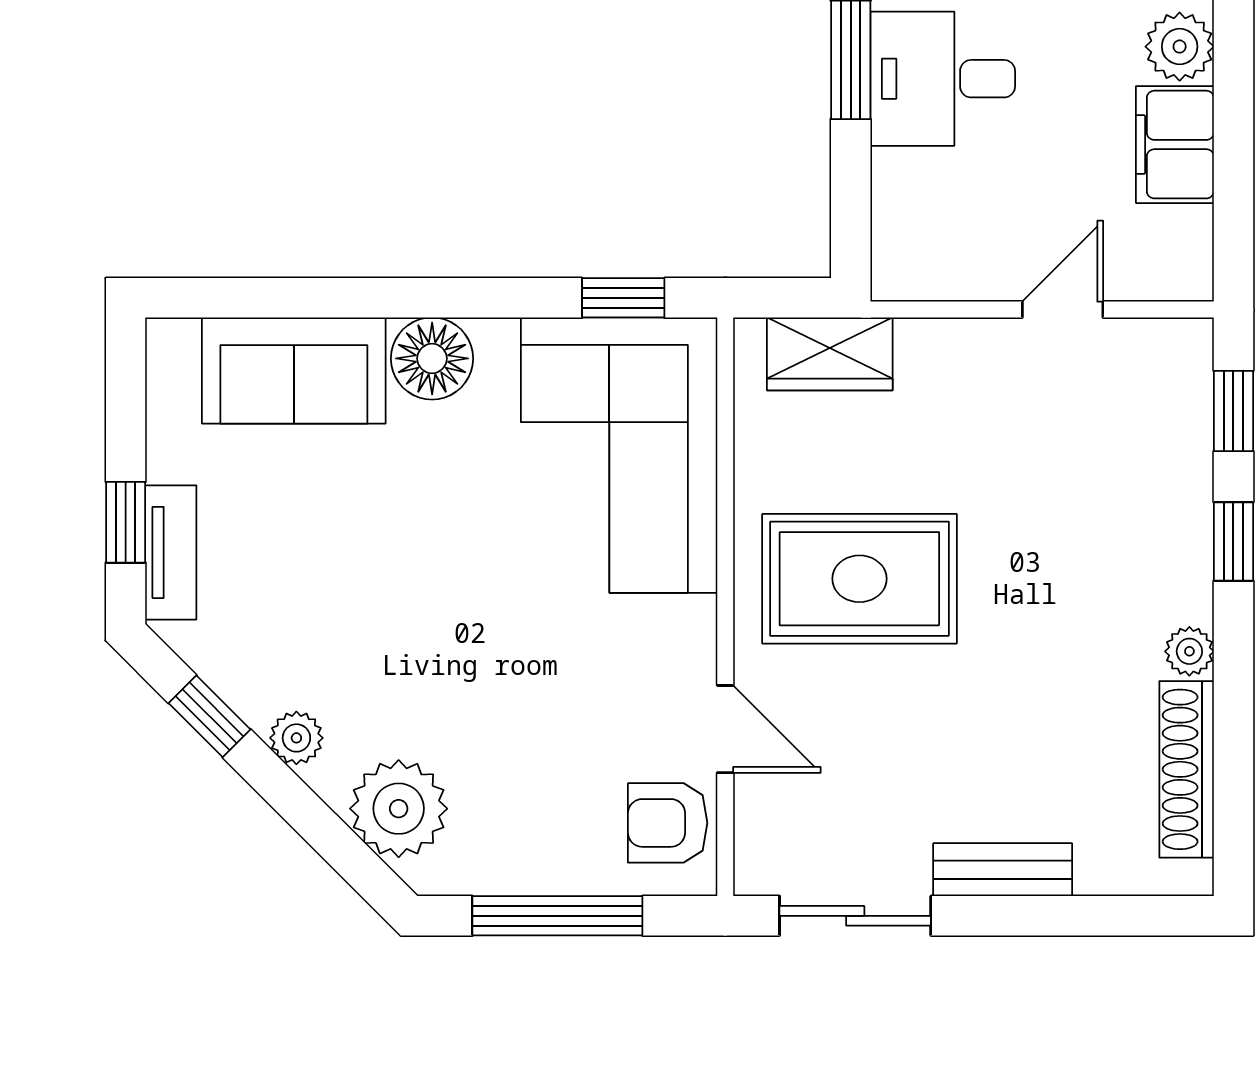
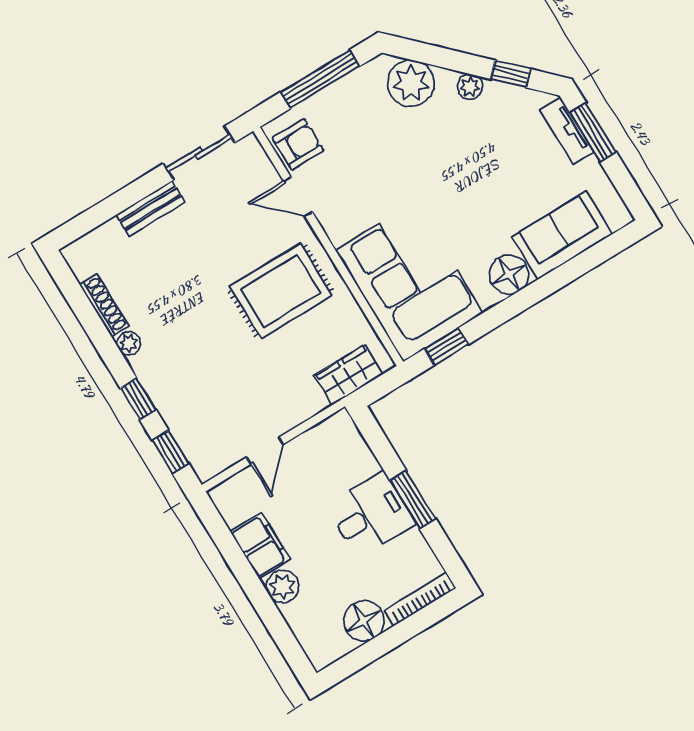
window: (126, 522) -> (593, 132), width x1.50
shoe rack: (1187, 769) -> (104, 305), width x0.74, depth x0.81

